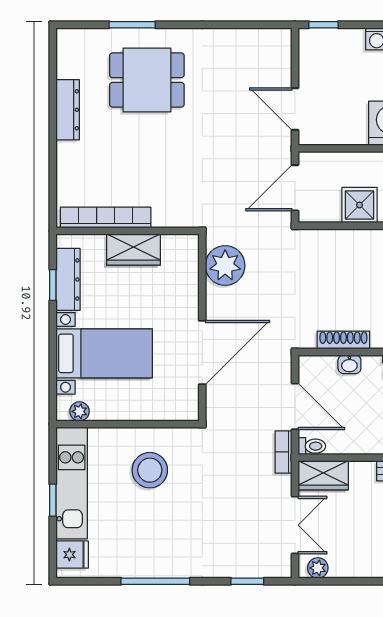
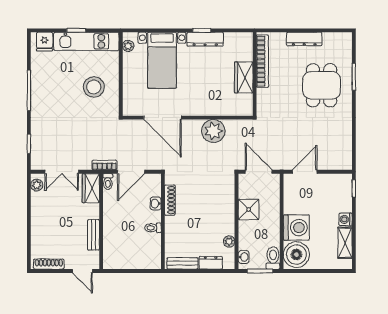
bookcase: (106, 217) -> (262, 61), moved
wall: (127, 231) -> (255, 74), moved
wardrobe: (133, 250) -> (244, 77), moved

